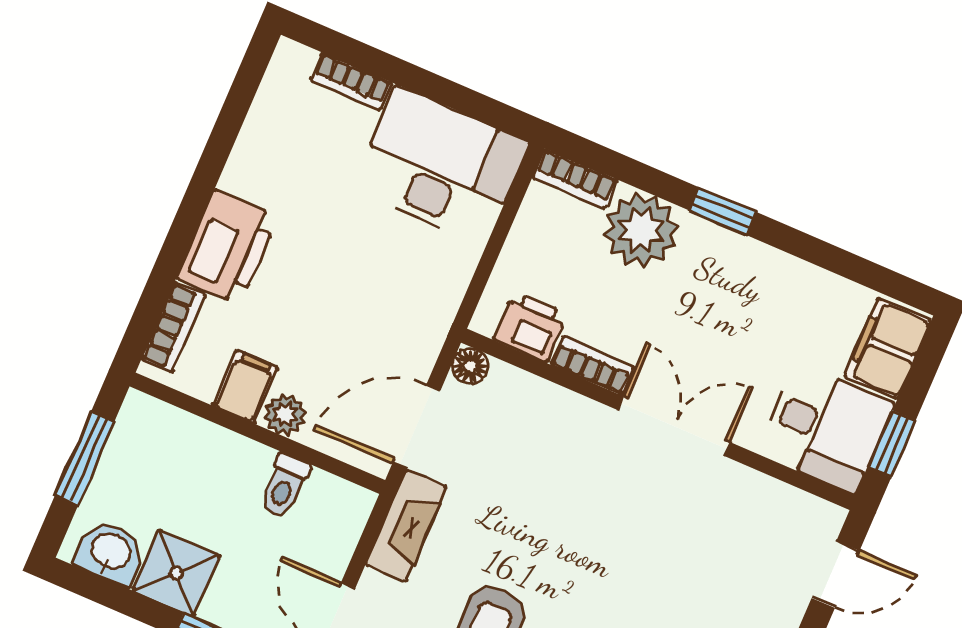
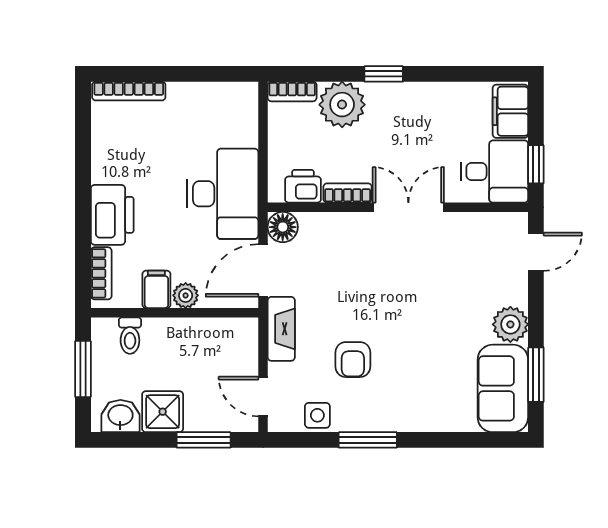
bookcase: (351, 82) -> (129, 91), width x1.56
desk: (441, 166) -> (223, 194), moved, turned 90
floor lamp: (470, 366) -> (283, 227), width x1.37, depth x1.37
toilet: (284, 485) -> (130, 336), moved

